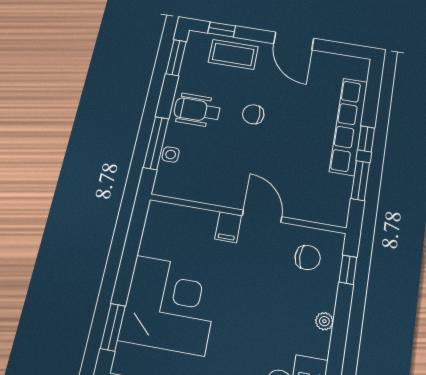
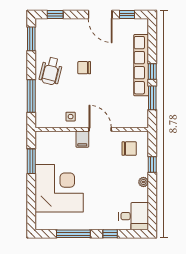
window: (337, 48) -> (127, 15), added
coffee table: (233, 54) -> (65, 30), removed
wheelchair: (197, 110) -> (51, 71), turned -76
side table: (171, 155) -> (71, 117), moved
window: (348, 270) -> (152, 165), moved
window: (113, 327) -> (31, 161), moved

